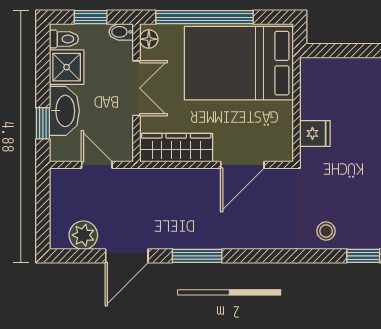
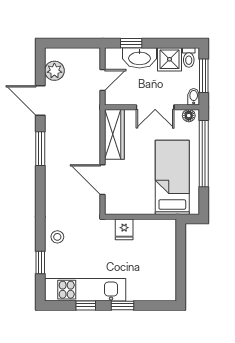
window: (91, 17) -> (204, 76), width x1.50
bed: (239, 63) -> (172, 177), width x0.67

